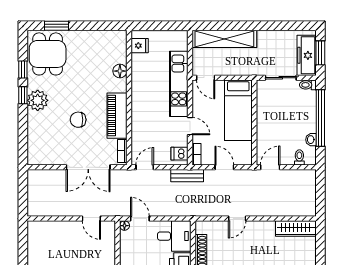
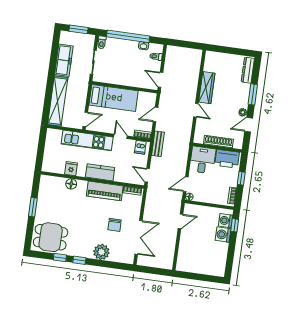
window: (56, 26) -> (33, 207), moved
fridge: (140, 46) -> (71, 169), moved
freezer: (307, 55) -> (64, 60), moved, turned -90
plant: (38, 100) -> (101, 252), moved
kitchen counter: (140, 106) -> (100, 172), added
chair: (78, 120) -> (115, 225), moved
door: (190, 126) -> (121, 136), hinge flipped
double door: (88, 167) -> (139, 237), moved
wardrobe: (296, 229) -> (207, 88), moved

